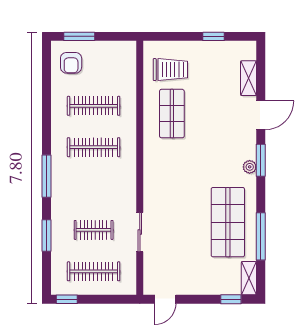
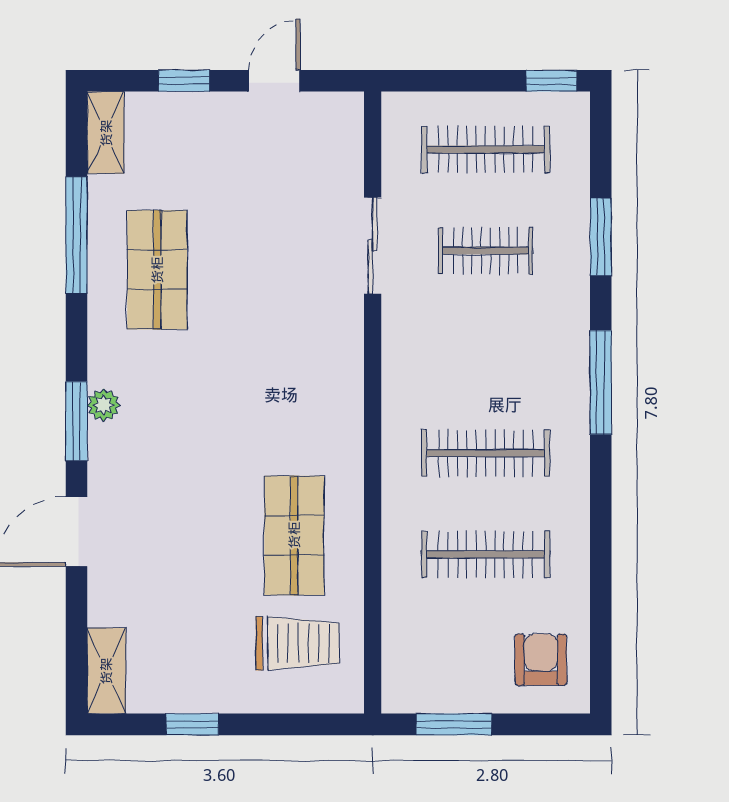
window: (79, 36) -> (454, 724), moved
trolley: (170, 70) -> (298, 643), turned 180
shelving: (249, 78) -> (106, 671), moved
shop shelf: (228, 222) -> (157, 270), width x0.70, depth x0.74
door: (165, 299) -> (274, 81), moved
window: (231, 299) -> (184, 81), moved

